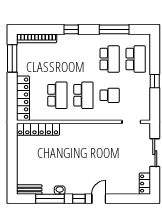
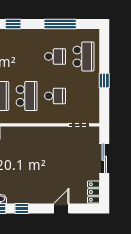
school desk: (110, 59) -> (55, 56), width x0.54
door: (99, 199) -> (61, 209), moved

